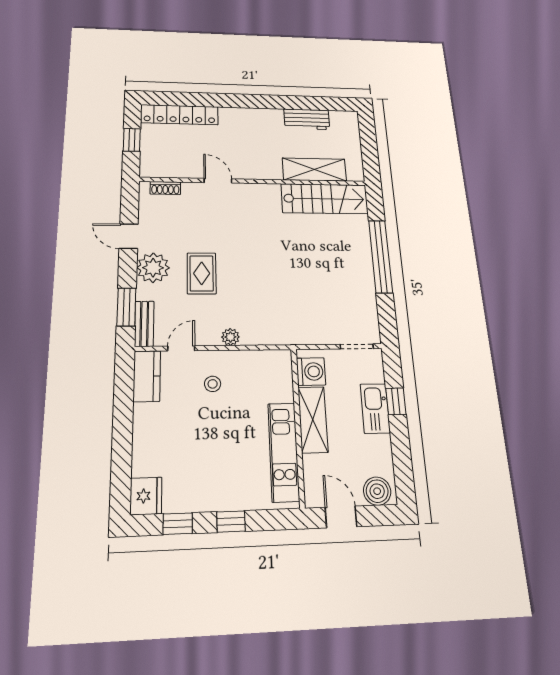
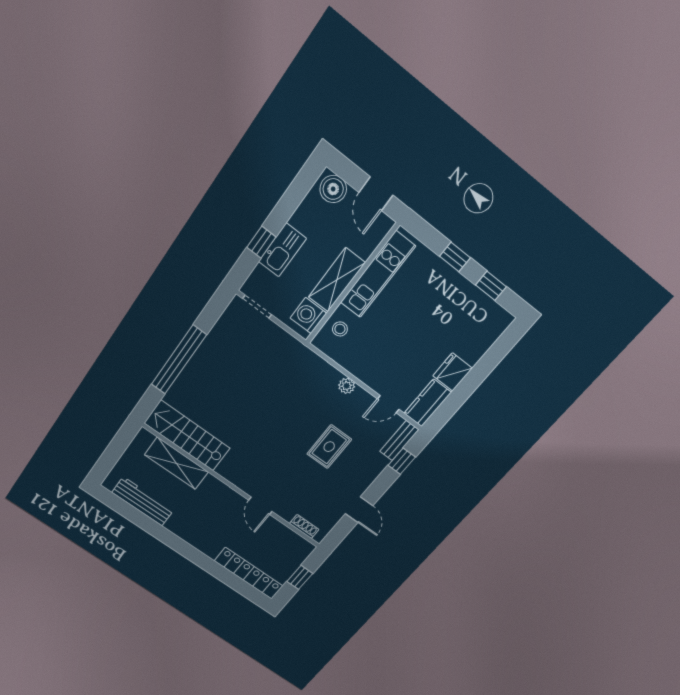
workbench: (307, 119) -> (143, 501), width x1.38
plant: (153, 268) -> (360, 475), removed
window: (126, 307) -> (402, 461), width x0.67
stool: (213, 384) -> (340, 329), moved
fridge: (146, 496) -> (453, 372), moved

